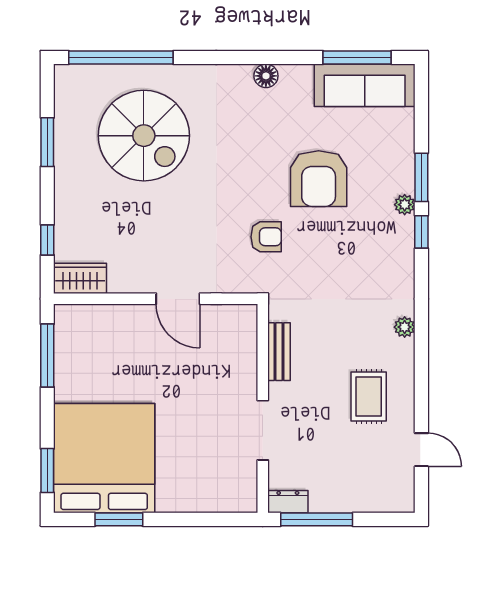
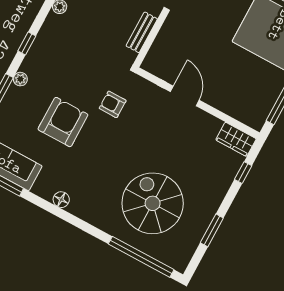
window: (421, 232) -> (27, 43), moved

